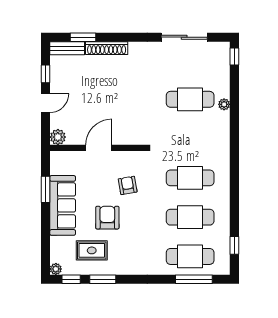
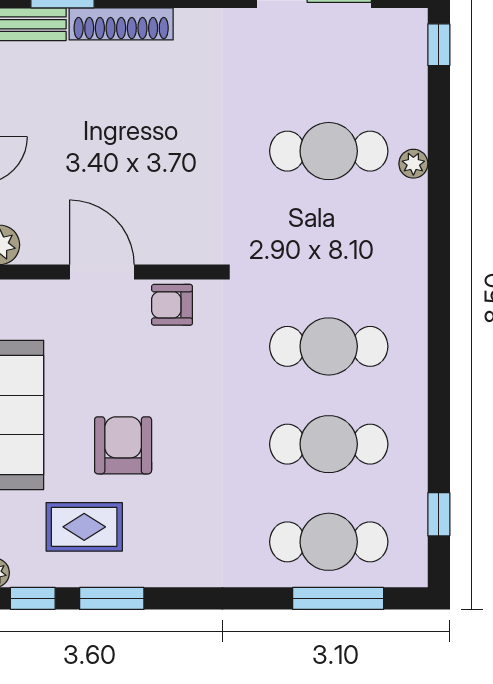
door: (99, 148) -> (102, 272), hinge flipped
armchair: (128, 185) -> (172, 305), moved, turned -80

